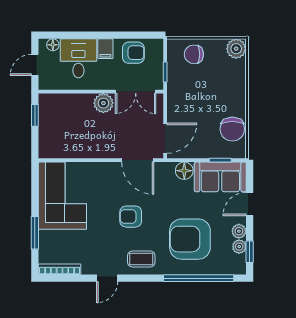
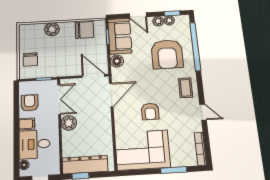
plant: (236, 49) -> (52, 29), moved
dresser: (49, 122) -> (85, 165), added
armchair: (131, 217) -> (150, 111), moved

